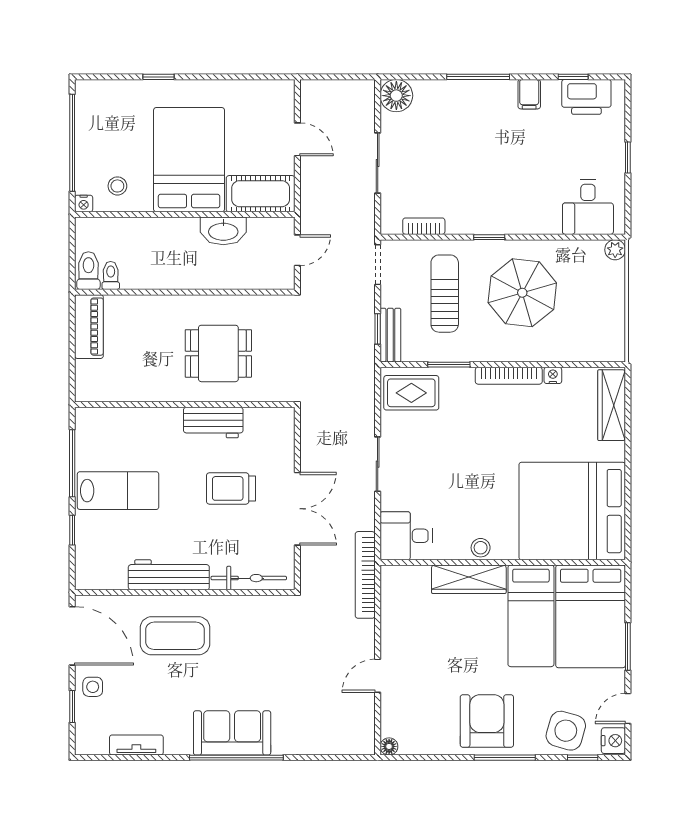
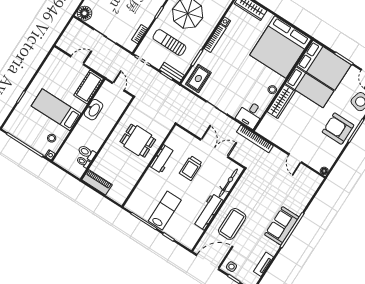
bed: (189, 160) -> (56, 110), width x0.67
toilet: (88, 271) -> (87, 153), moved
dining table: (218, 353) -> (138, 141), turned 90

